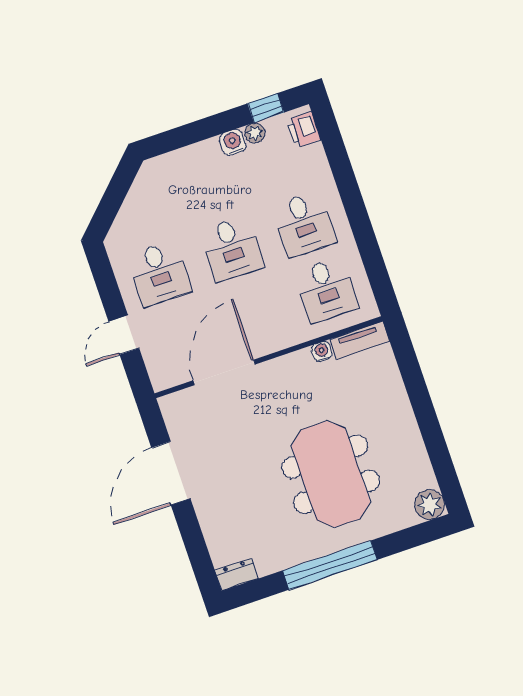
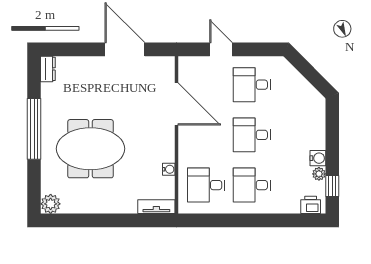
tv unit: (360, 340) -> (156, 207), moved, turned 90

